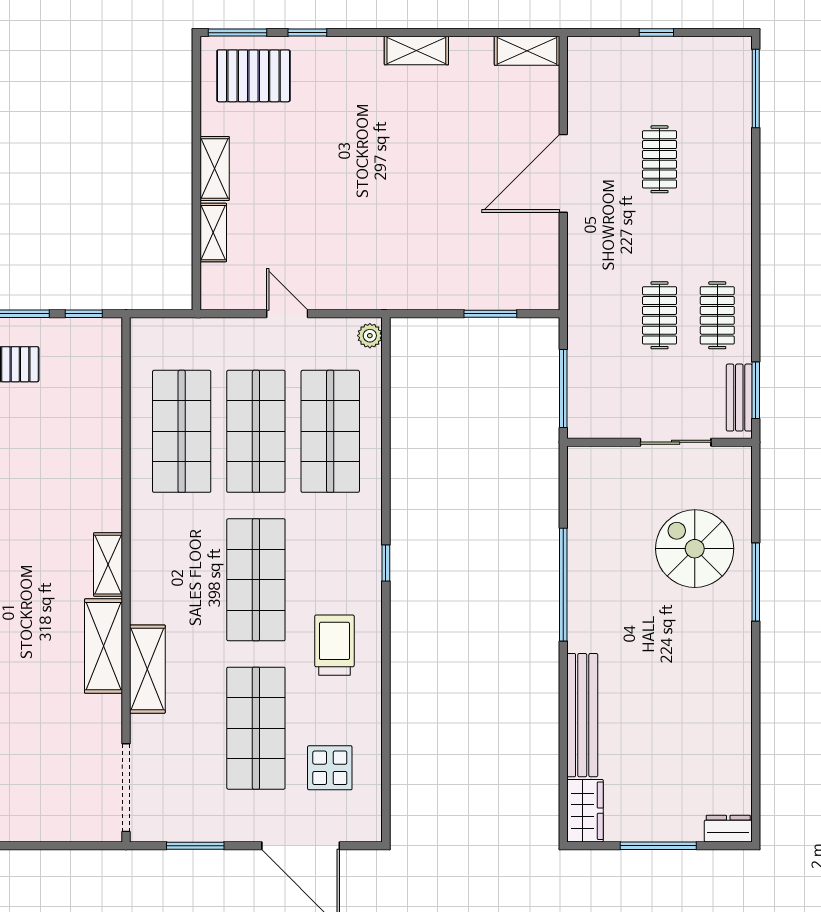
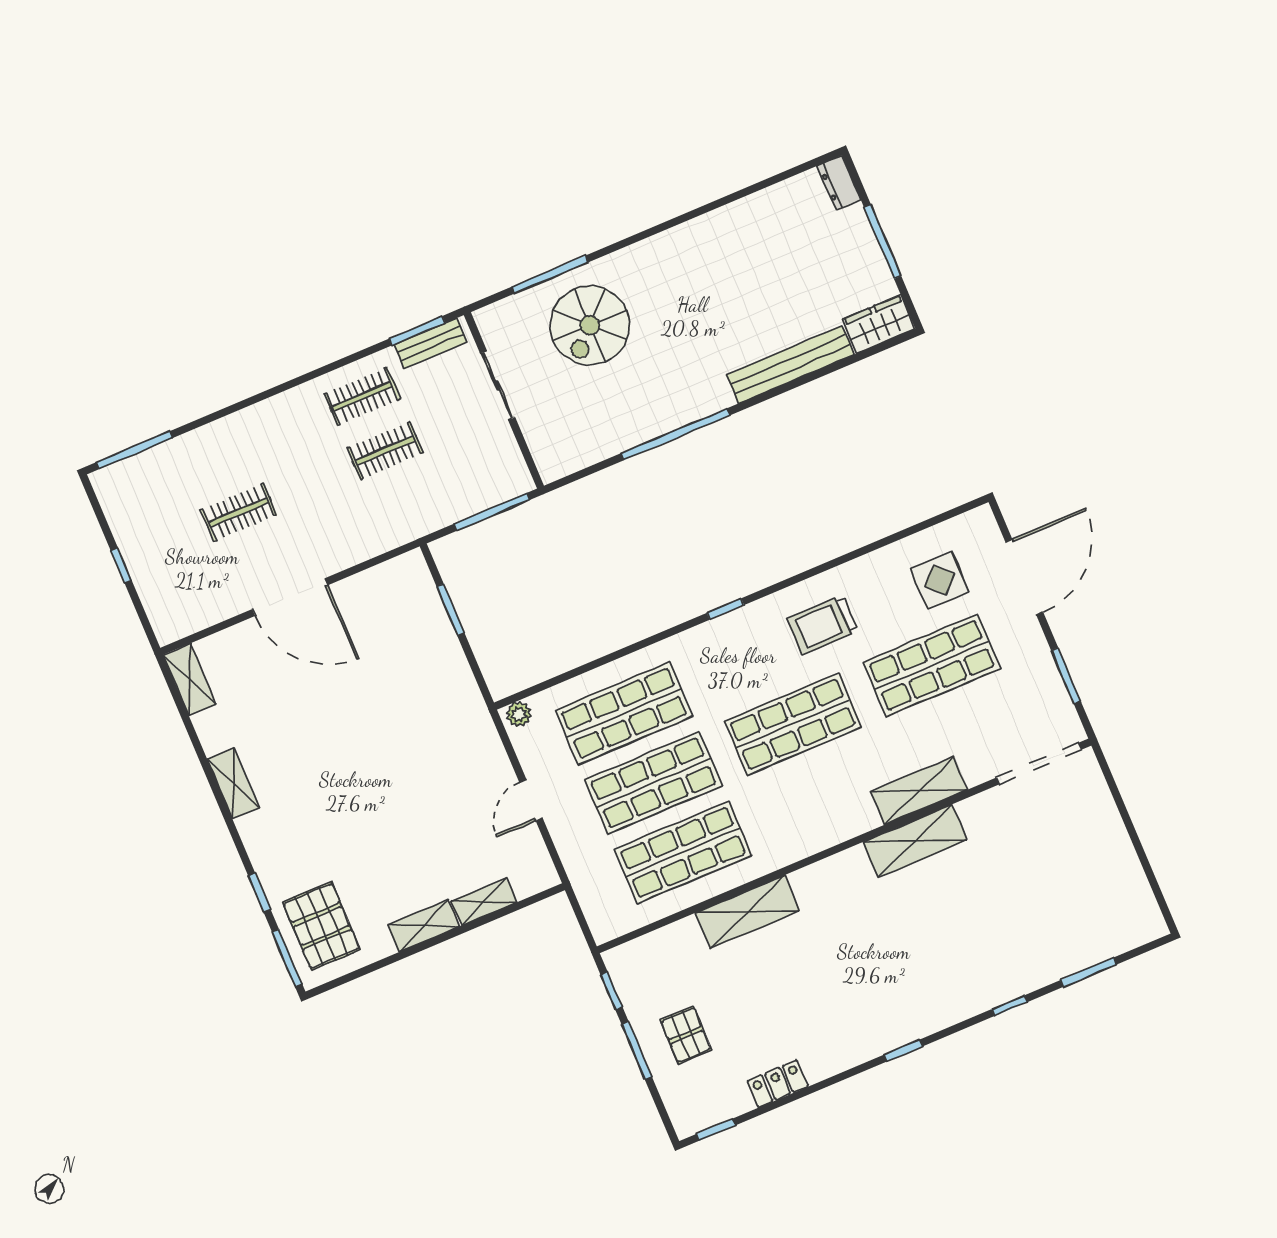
shelving: (108, 565) -> (747, 912), moved, width x1.50, depth x1.33
window: (756, 582) -> (550, 275), moved

